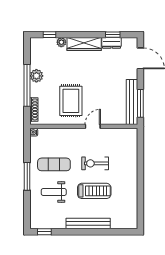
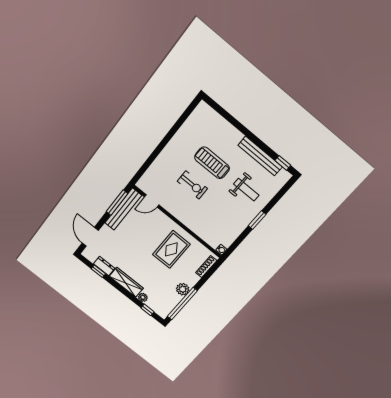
window: (27, 85) -> (182, 304), moved
door: (93, 126) -> (152, 201), moved
exercise mat: (54, 164) -> (227, 212), removed
window: (27, 176) -> (257, 220), width x0.69
bench: (88, 223) -> (260, 156), moved

